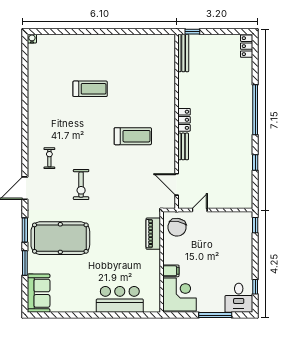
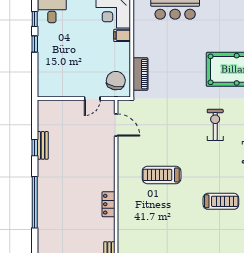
treadmill: (90, 89) -> (221, 201), moved, turned 180
locker: (184, 120) -> (108, 204), moved
bench: (183, 146) -> (43, 145), moved
window: (255, 225) -> (35, 44), moved

